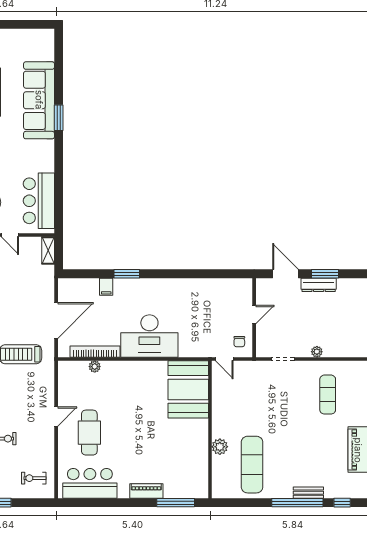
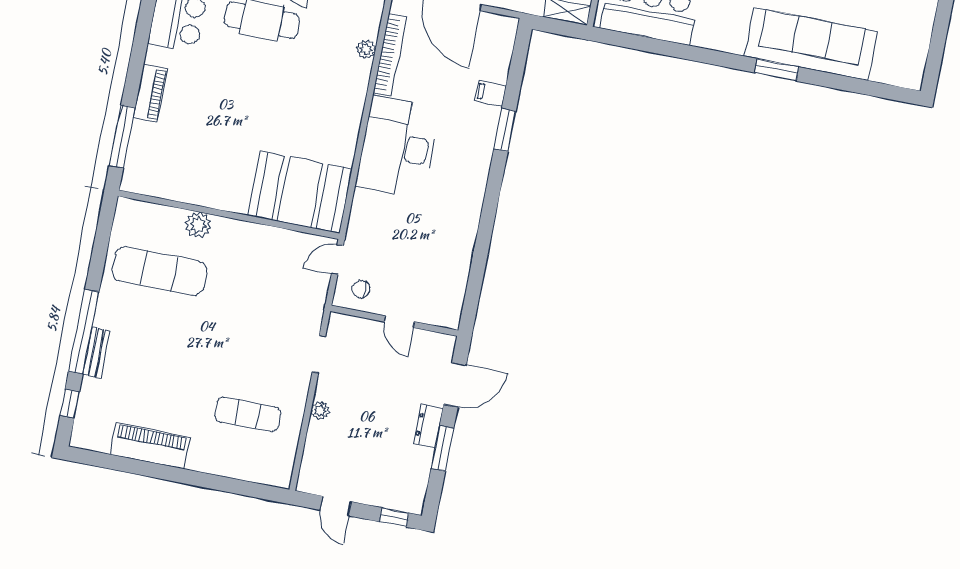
dresser: (319, 285) -> (428, 426), width x0.70

